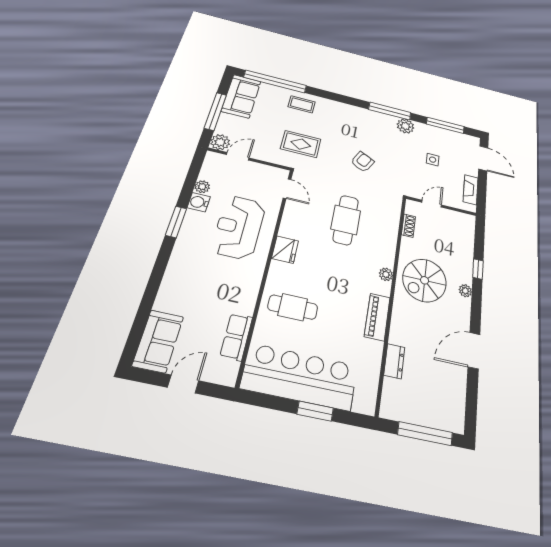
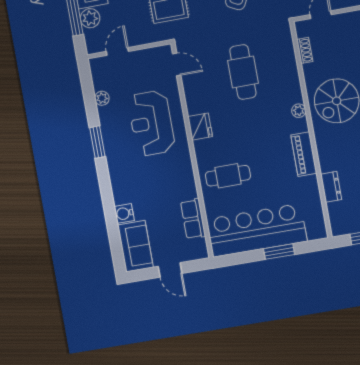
plant: (220, 142) -> (90, 18), moved
water cooler: (199, 202) -> (124, 213), moved
door: (183, 384) -> (170, 270), swing flipped

